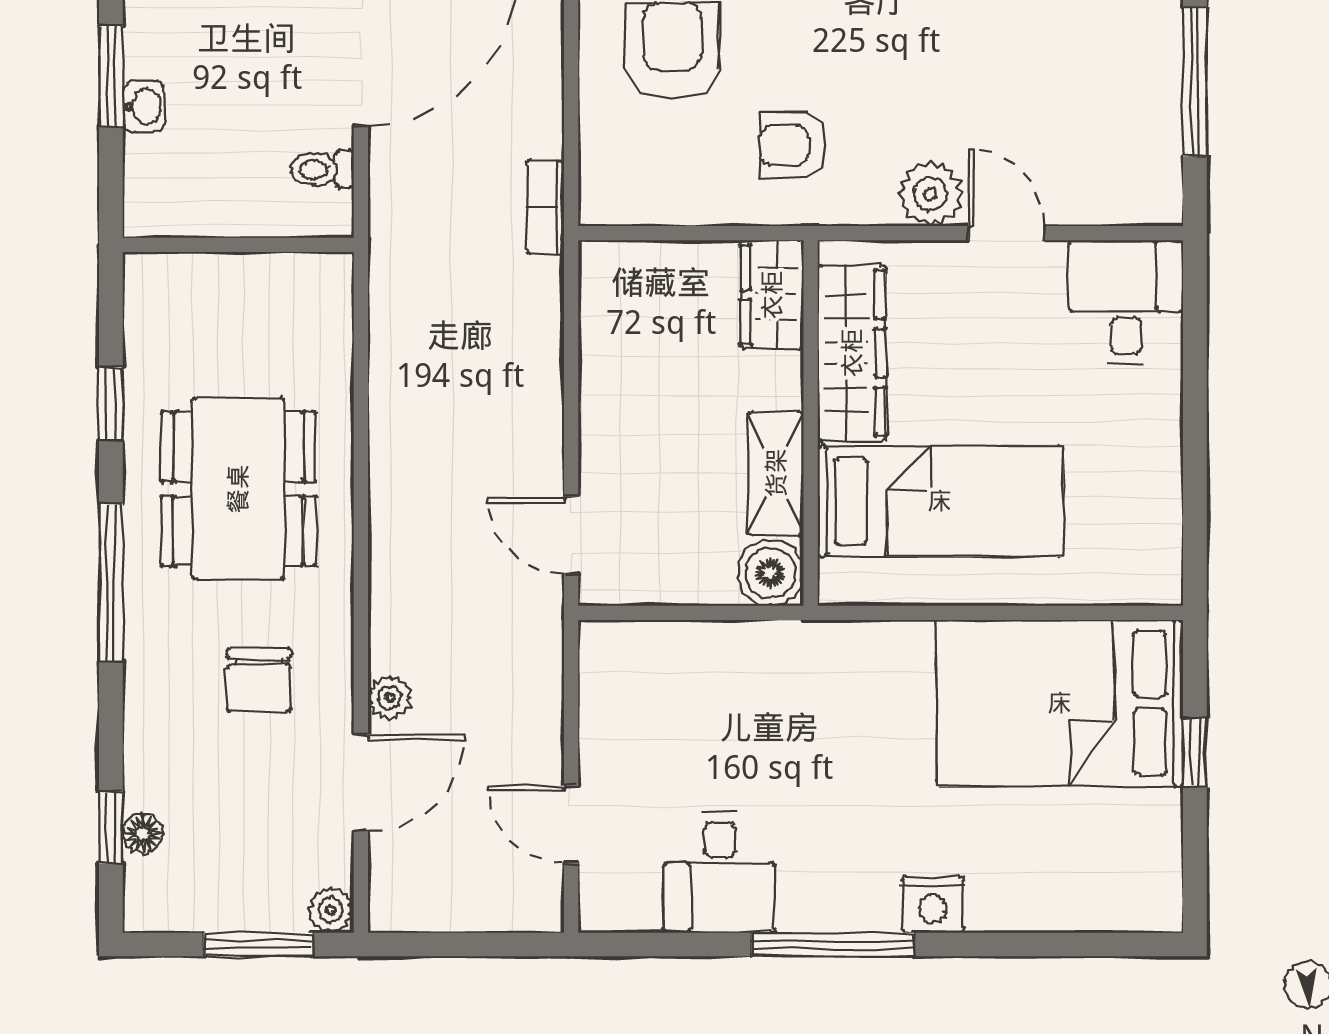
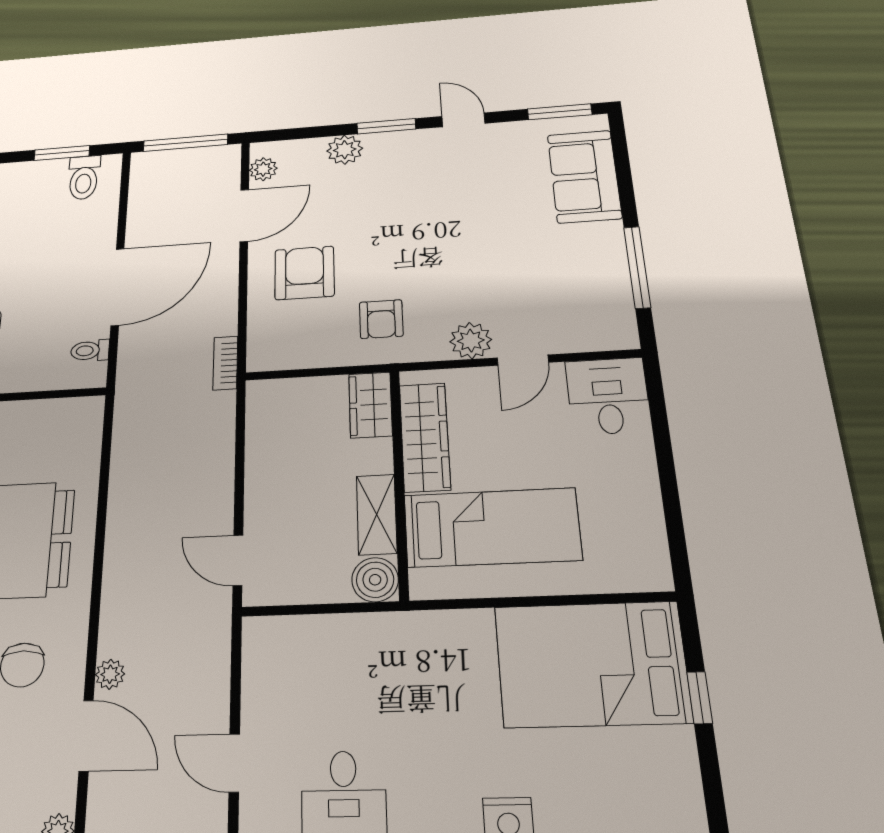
armchair: (793, 145) -> (381, 319), turned -90
door: (1007, 233) -> (523, 360), swing flipped
door: (361, 783) -> (86, 736), hinge flipped

